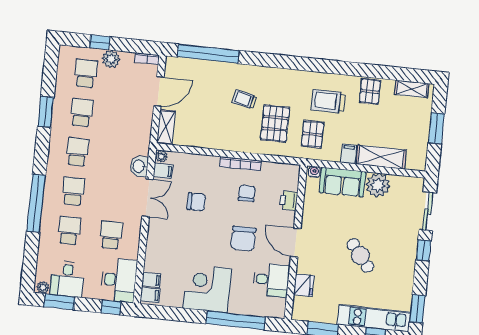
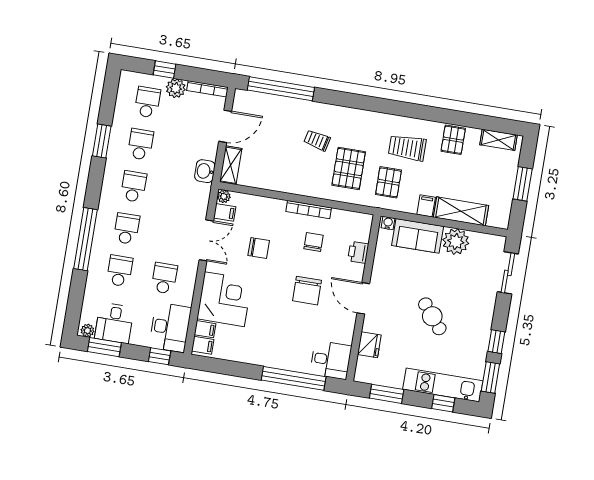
bookcase: (147, 59) -> (207, 89), width x1.56
washbasin: (139, 166) -> (205, 171), moved
window: (424, 250) -> (496, 342), moved
desk: (271, 280) -> (331, 360), moved
corner desk: (207, 289) -> (224, 299), moved, turned 90

